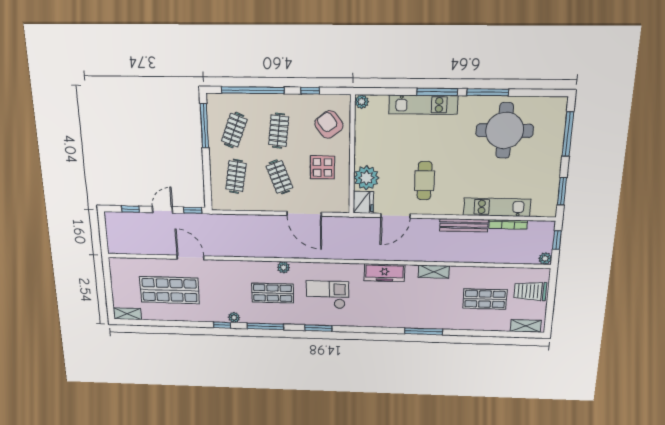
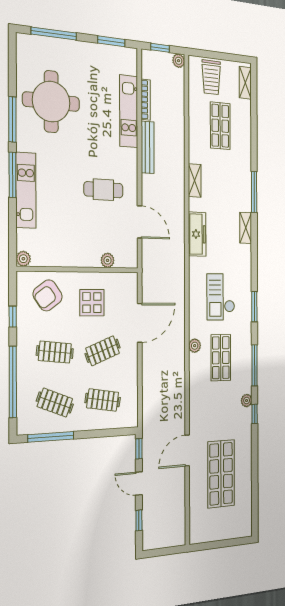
plant: (366, 178) -> (108, 260), width x0.53, depth x0.53
fridge: (363, 202) -> (127, 257), removed
shelving: (127, 314) -> (246, 228), moved

